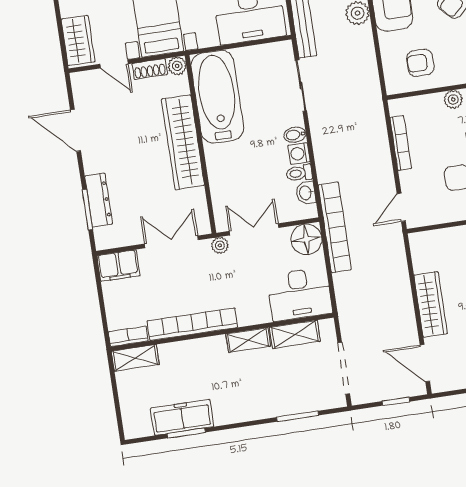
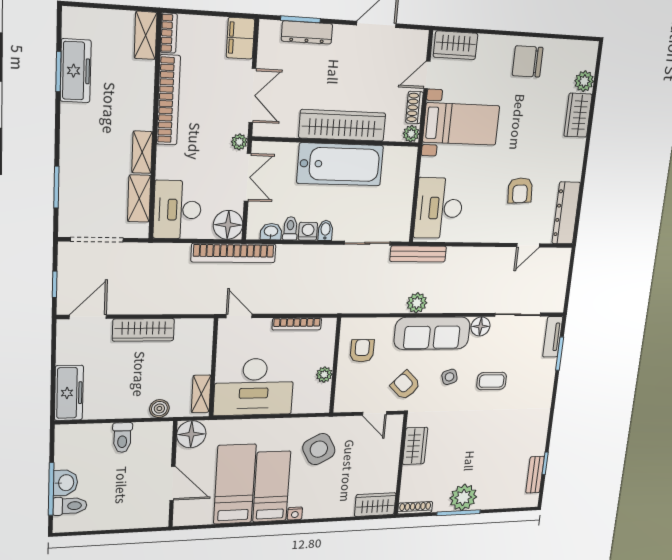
bathtub: (217, 97) -> (340, 164), moved

